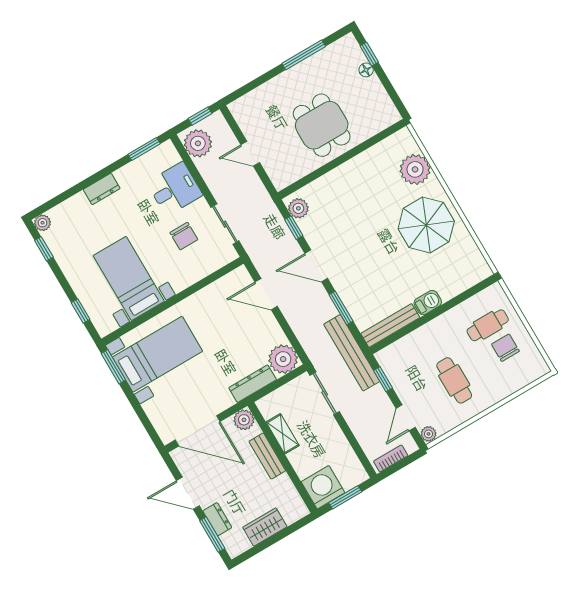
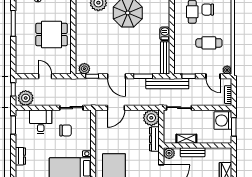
door: (250, 154) -> (45, 76), swing flipped
door: (316, 266) -> (116, 76), hinge flipped
washing machine: (323, 487) -> (223, 120), moved

